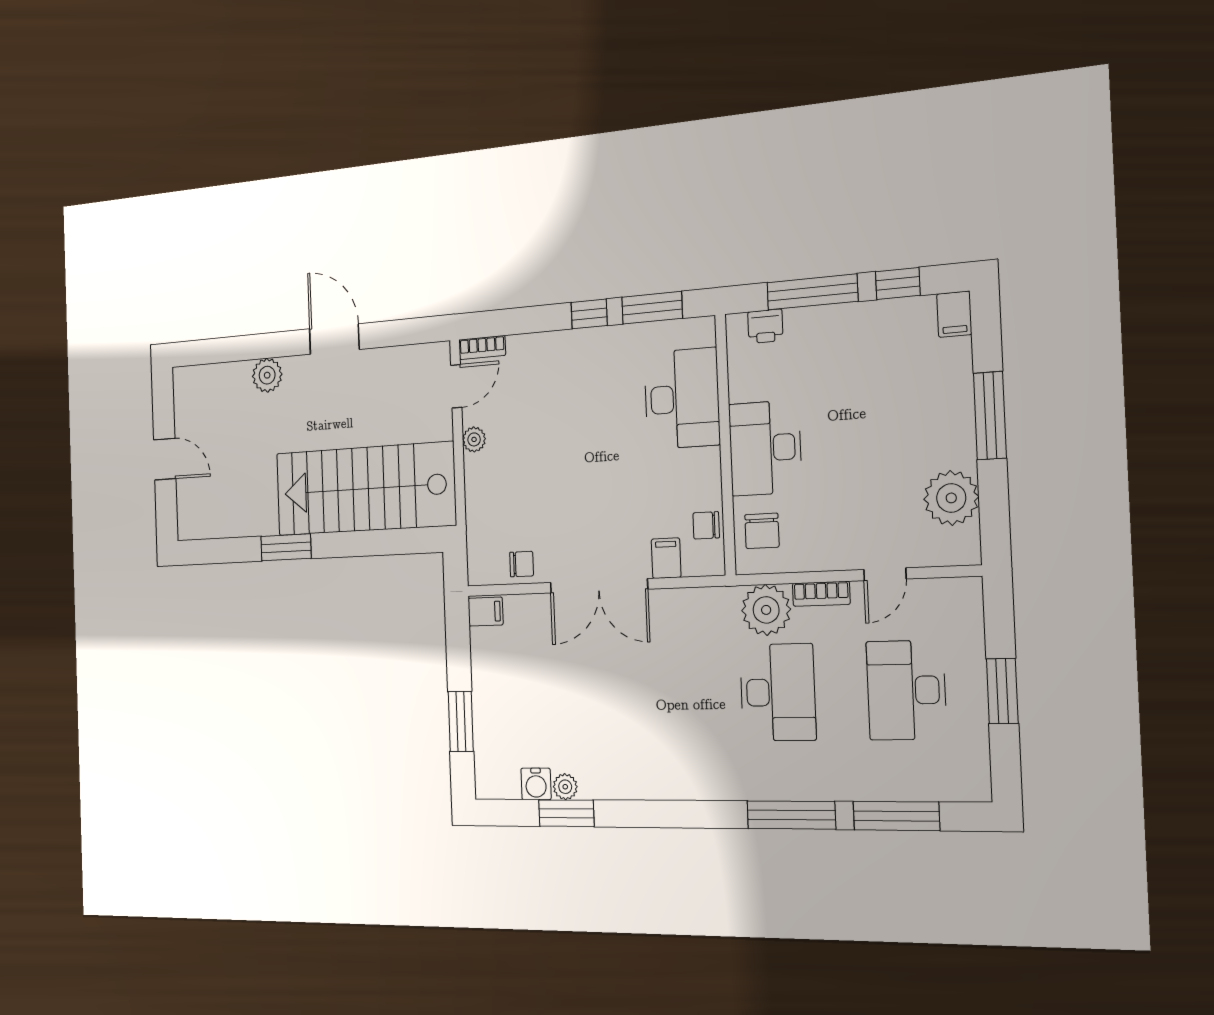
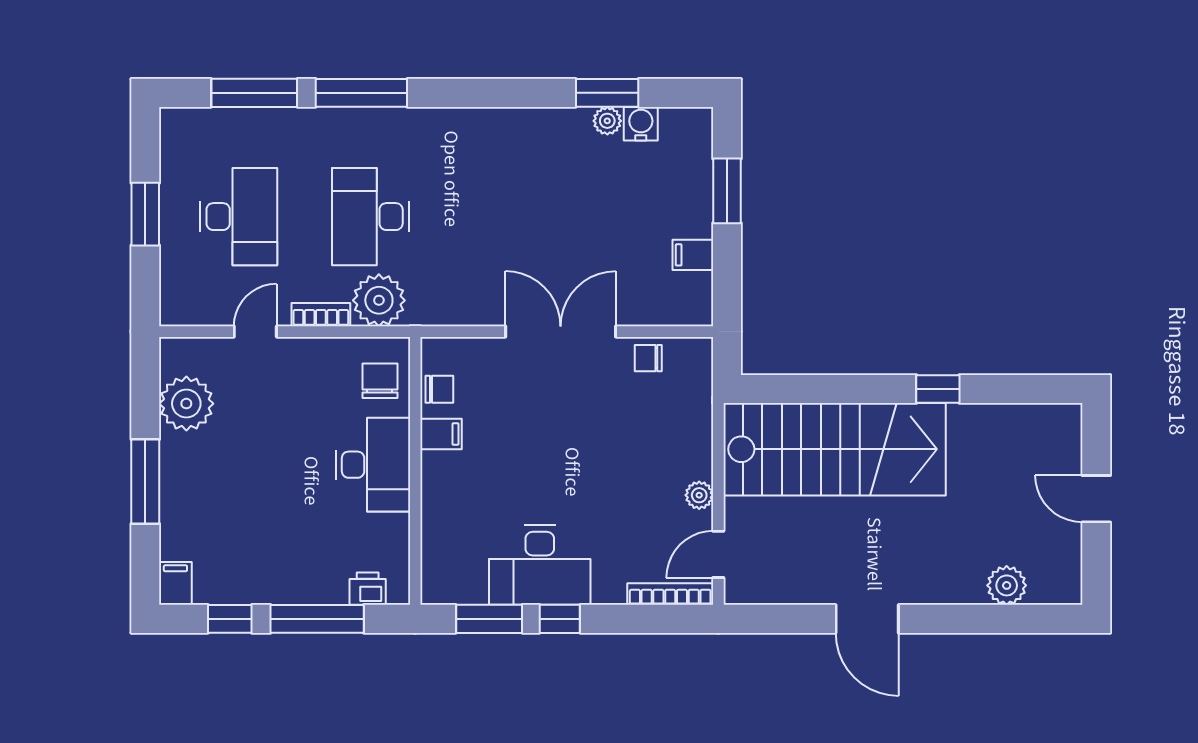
bookcase: (482, 348) -> (670, 594), width x1.56
plant: (267, 375) -> (1007, 585), moved
desk: (682, 399) -> (540, 565), moved, turned -90
window: (286, 547) -> (938, 389), width x0.67
filing cabinet: (666, 558) -> (441, 434), moved, turned -90
filing cabinet: (486, 612) -> (693, 255), moved

